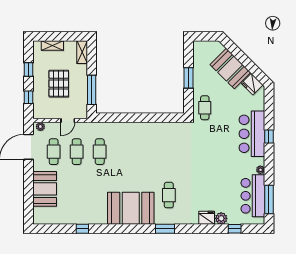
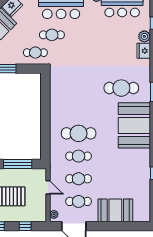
cafe table: (223, 125) -> (52, 35), added
cafe table: (123, 152) -> (79, 133), added
cafe table: (169, 195) -> (121, 88), width x1.37, depth x1.35

